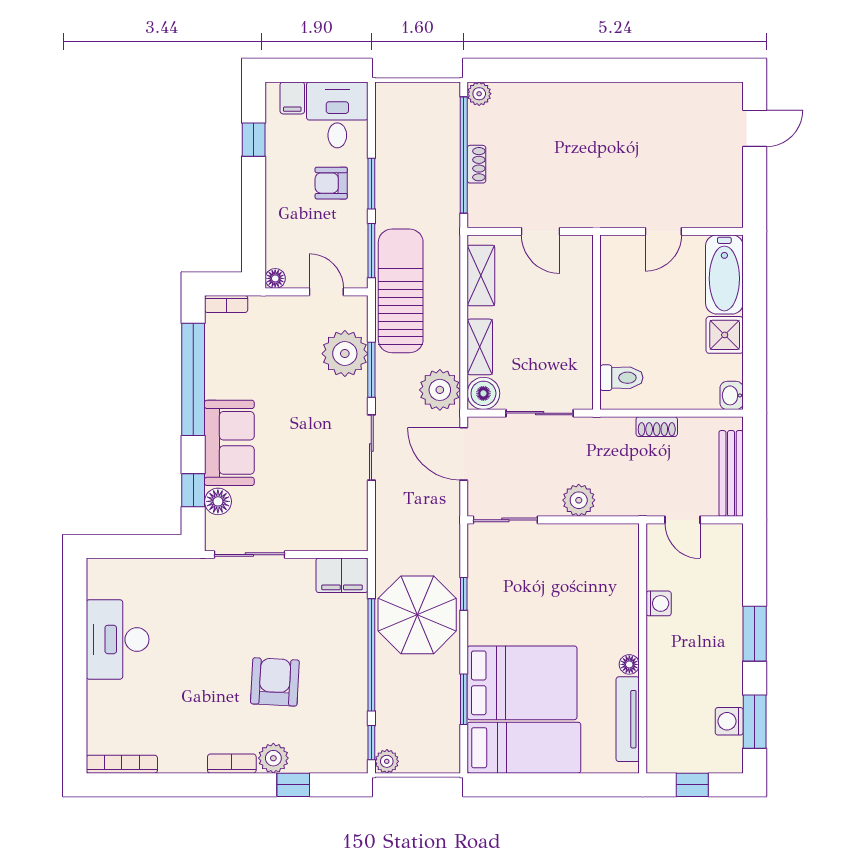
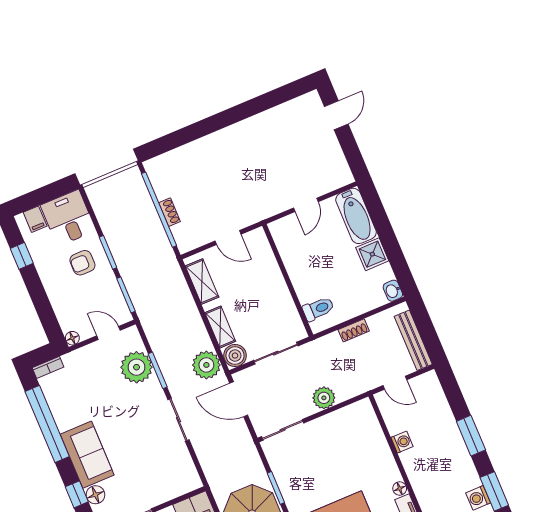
plant: (479, 94) -> (152, 167), removed
sun lounger: (401, 291) -> (155, 313), removed
window: (464, 594) -> (276, 488), width x1.50

